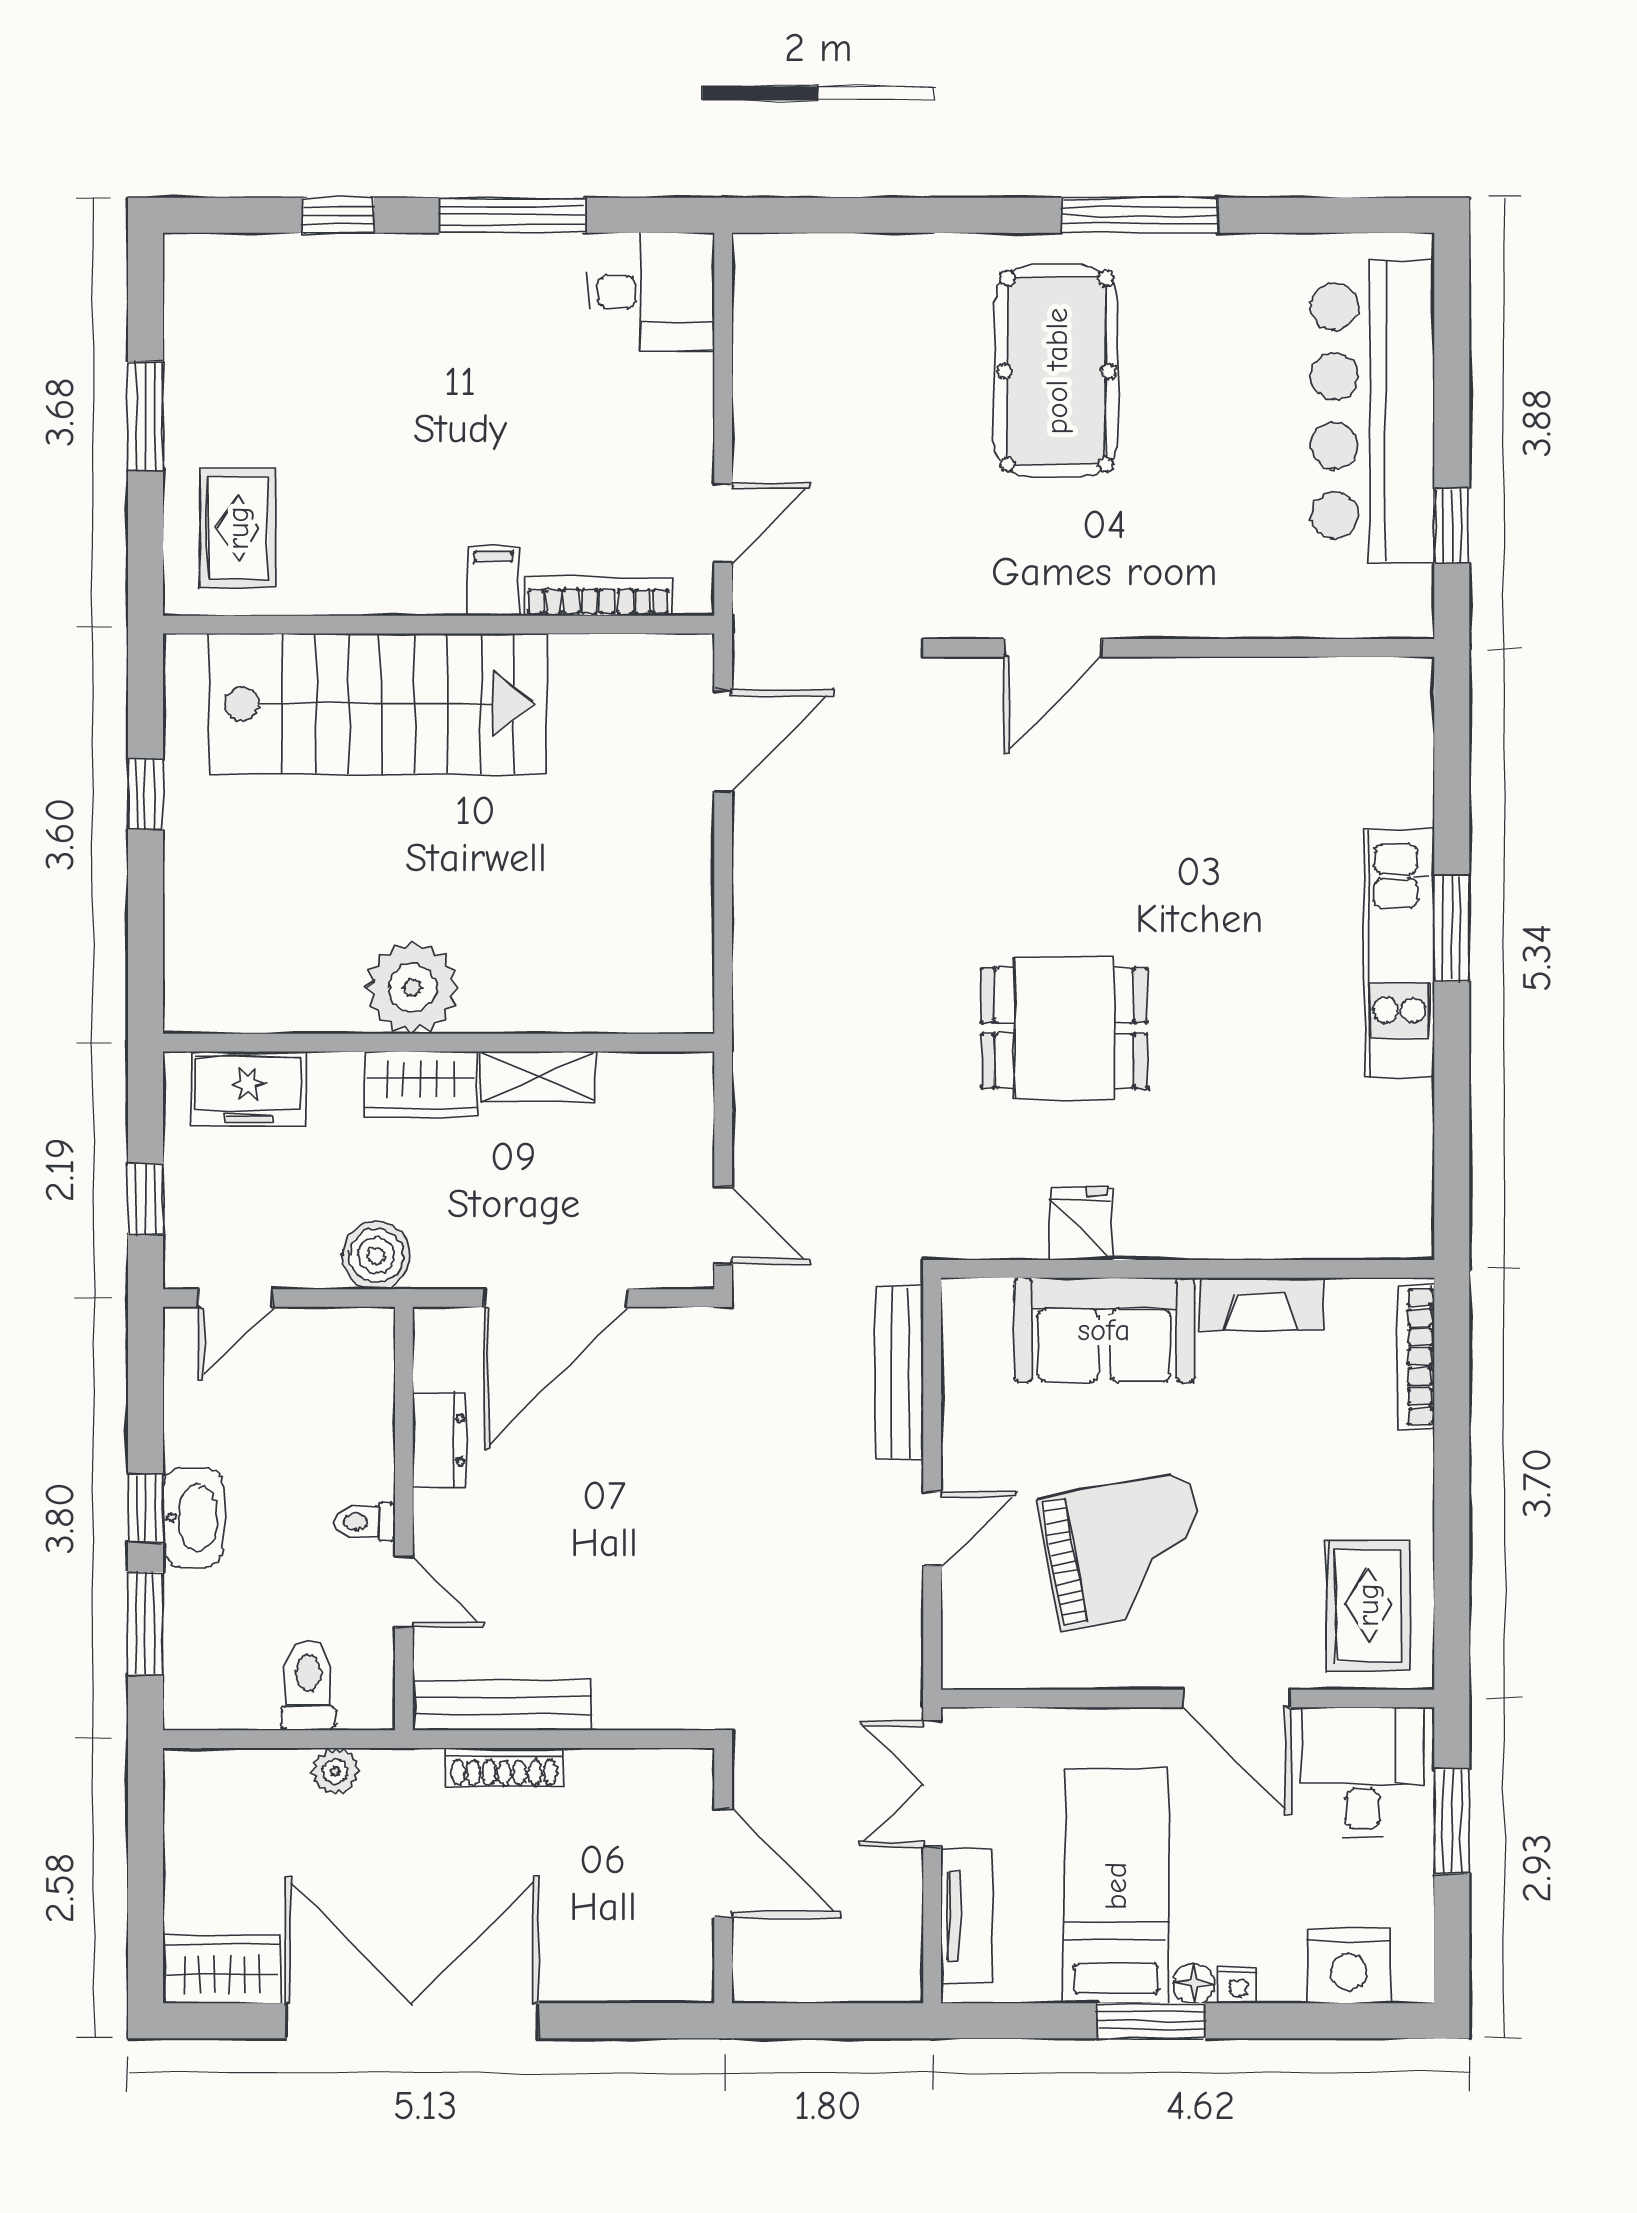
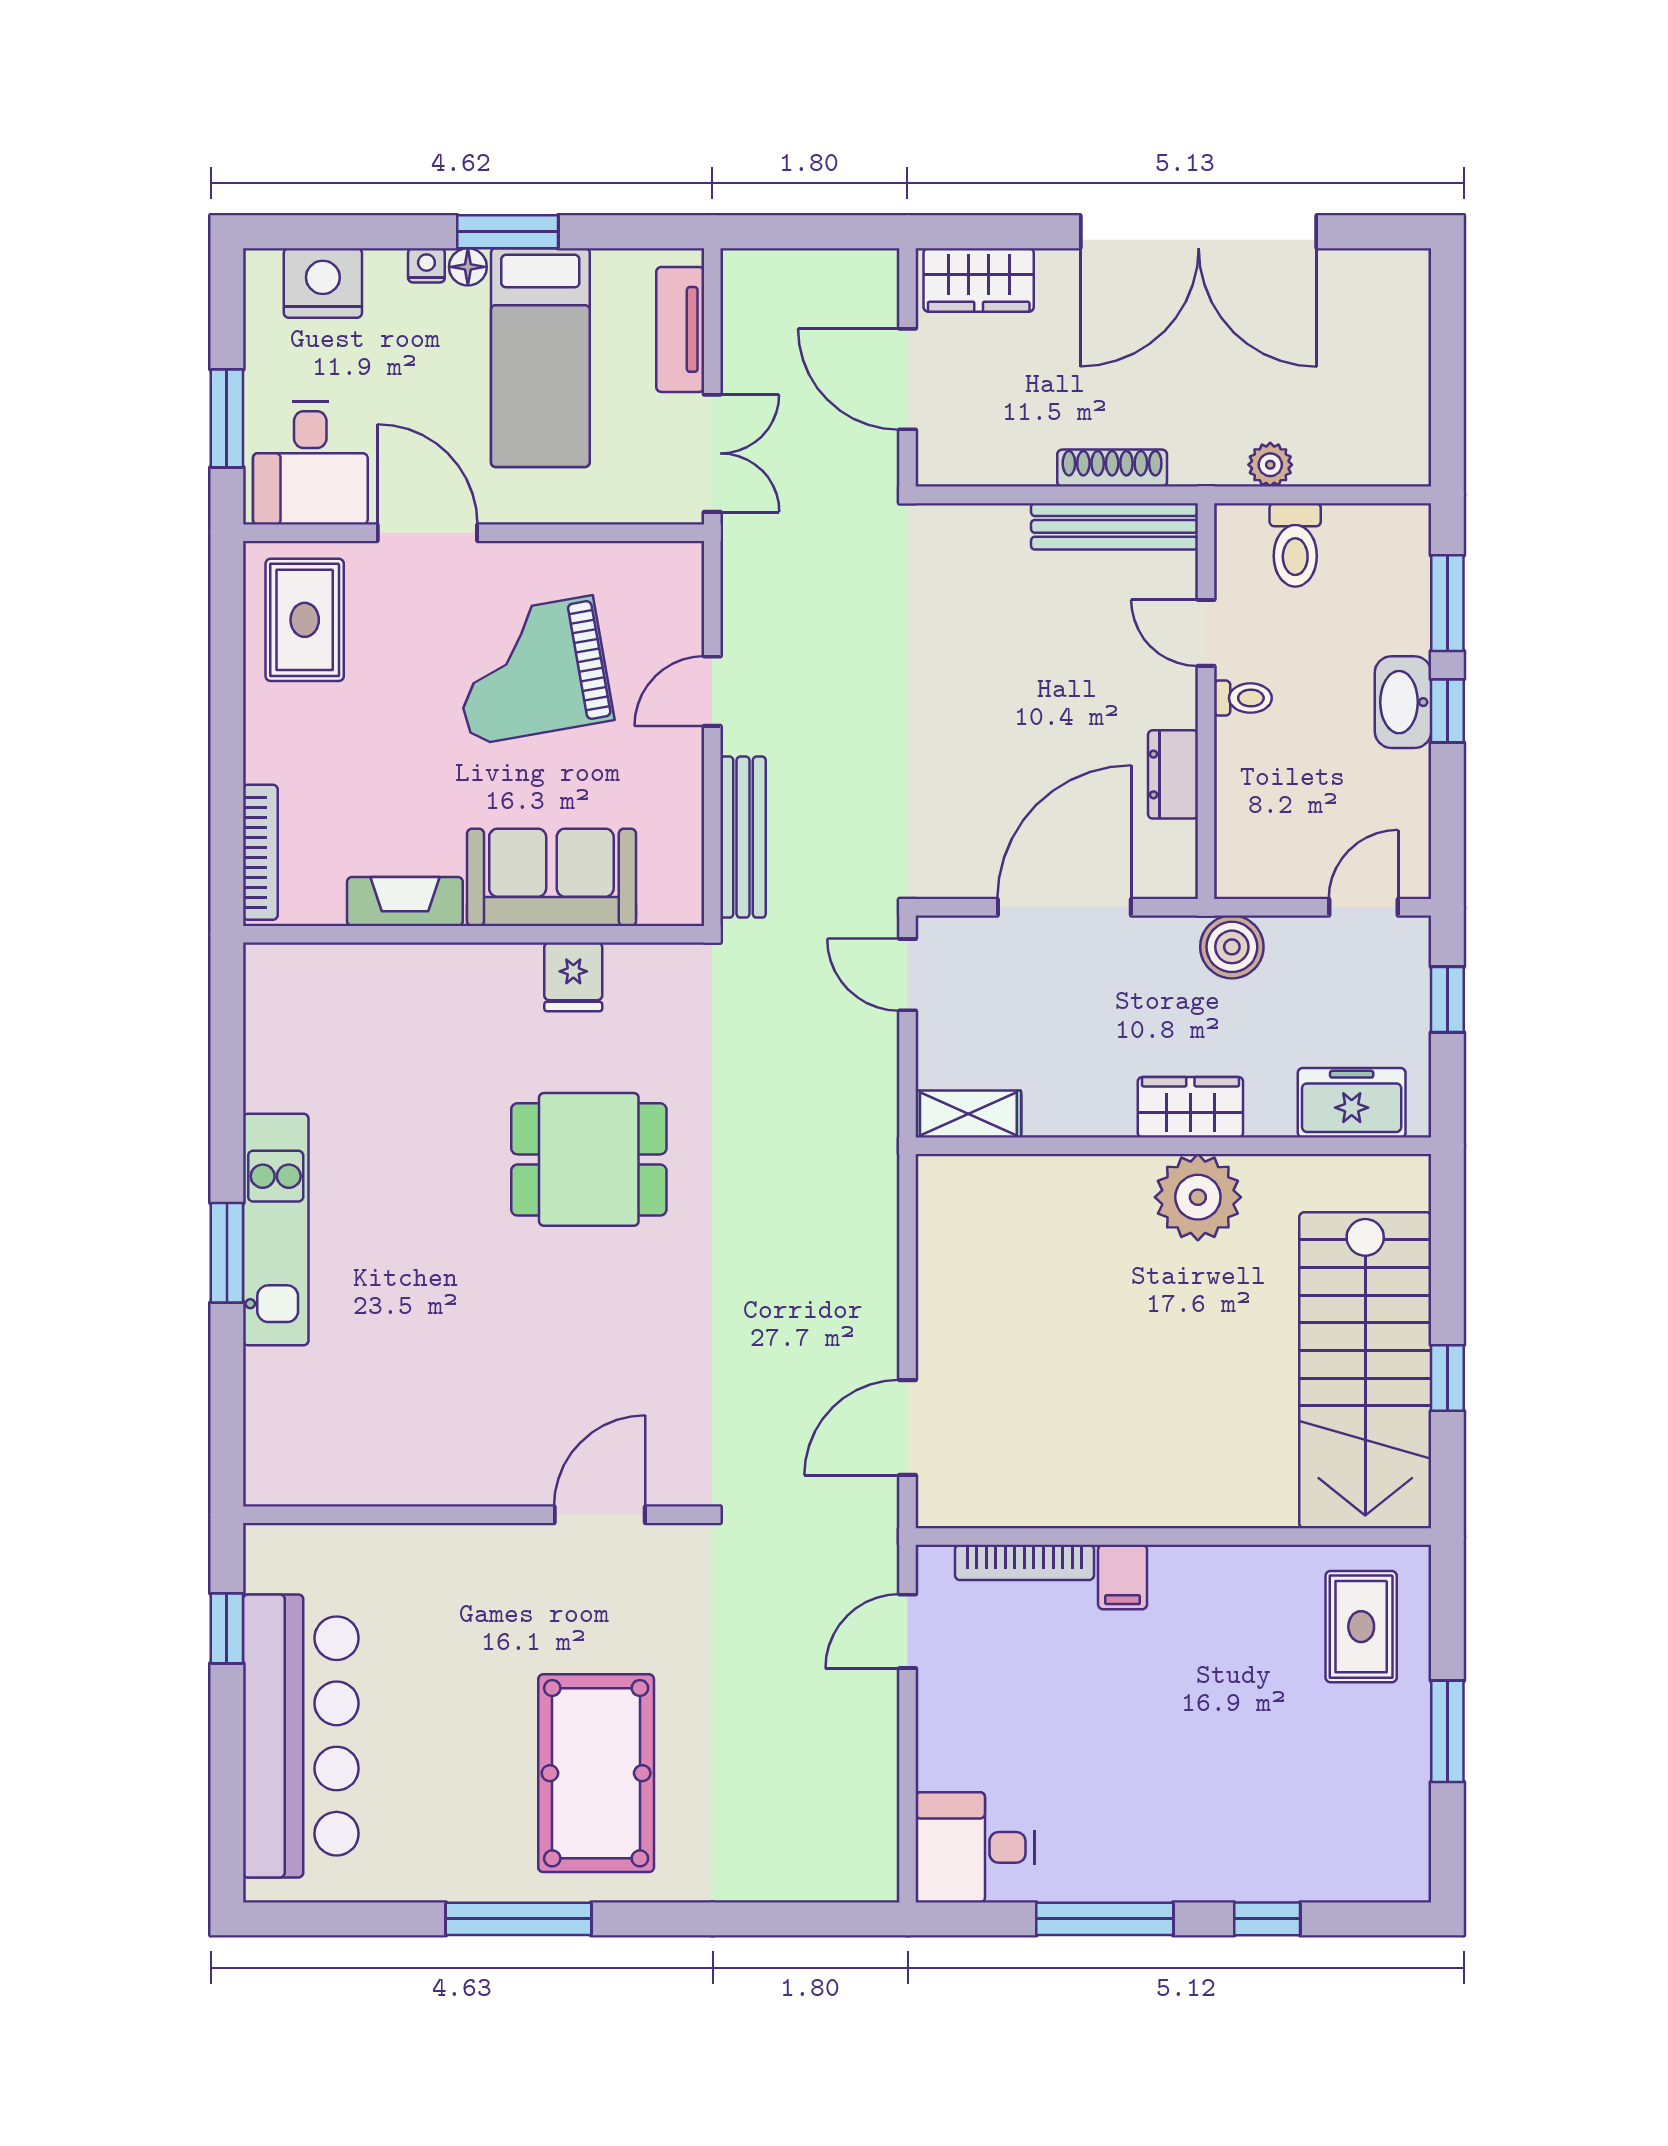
stairs: (378, 704) -> (1365, 1370), moved, turned -90
shelving: (538, 1077) -> (968, 1114), moved
wardrobe: (222, 1969) -> (979, 280), moved

